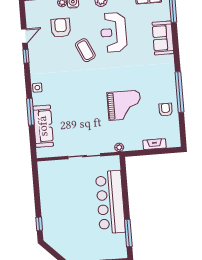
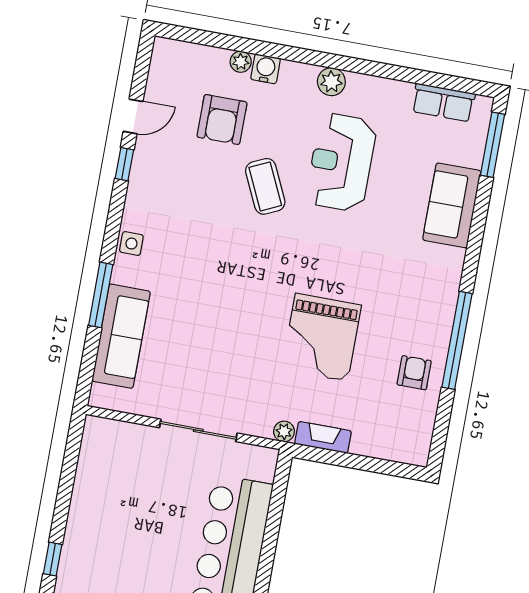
armchair: (61, 28) -> (222, 120), turned 180
grand piano: (124, 105) -> (322, 337), turned 90
fireplace: (154, 144) -> (323, 437), moved

